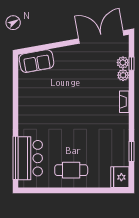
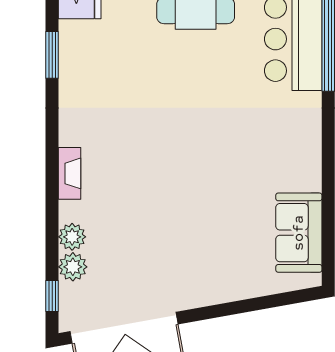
sofa: (37, 61) -> (299, 233), moved, turned -80
window: (131, 64) -> (52, 296), moved

